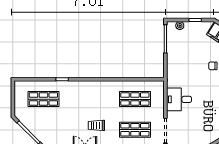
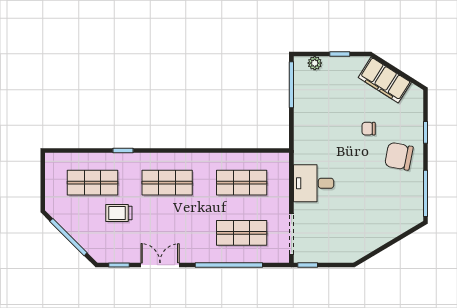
shop shelf: (89, 99) -> (167, 183), added
trolley: (96, 125) -> (119, 213), moved

